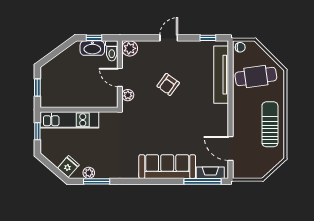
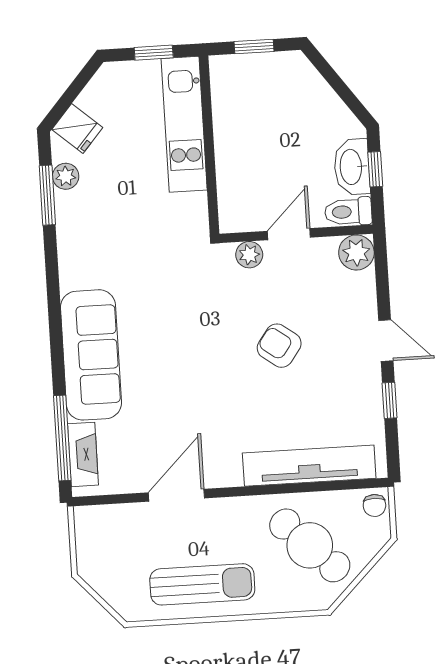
window: (208, 38) -> (389, 400), moved
cafe table: (256, 76) -> (310, 545), turned -38
door: (231, 148) -> (176, 495), moved

